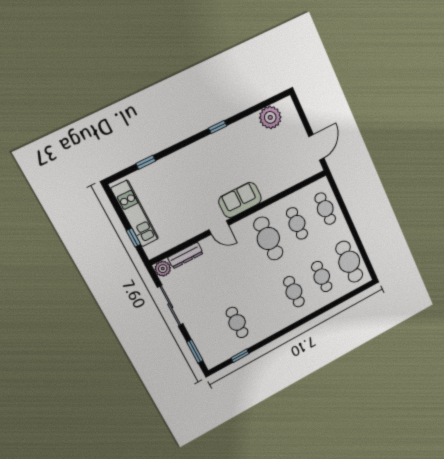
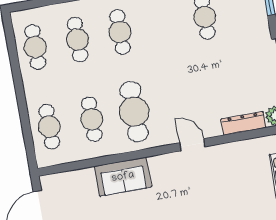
sofa: (240, 200) -> (123, 177), moved
cafe table: (349, 262) -> (35, 47), width x0.73, depth x0.74

